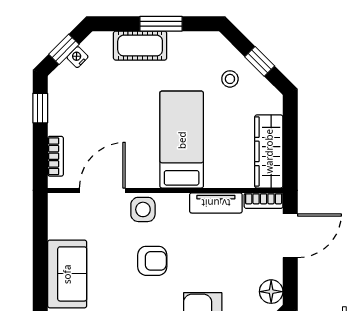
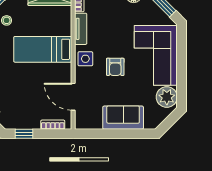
side table: (143, 209) -> (85, 59), moved
armchair: (152, 261) -> (115, 67), turned 180

